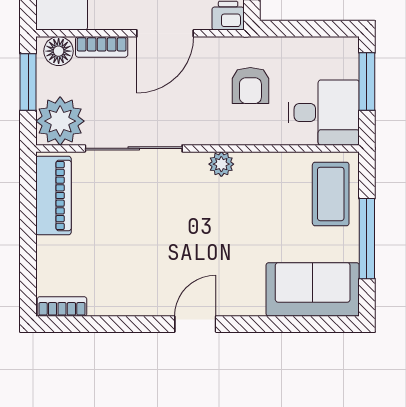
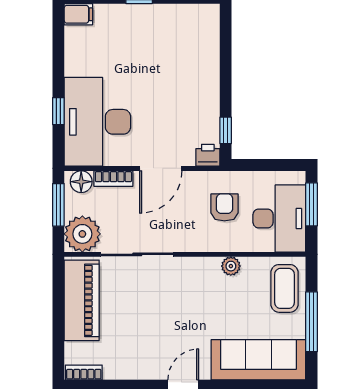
armchair: (250, 86) -> (224, 207), turned 180
desk: (324, 113) -> (279, 218), width x1.37
plant: (221, 164) -> (231, 266), moved
piano: (53, 196) -> (82, 300), width x1.37, depth x1.33
sofa: (313, 289) -> (258, 360), width x1.36

